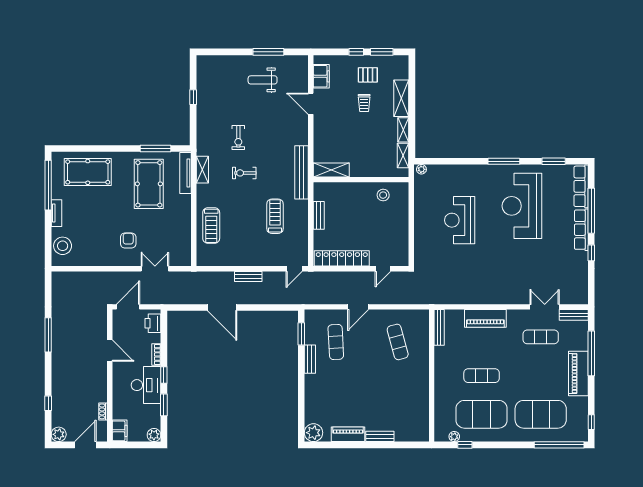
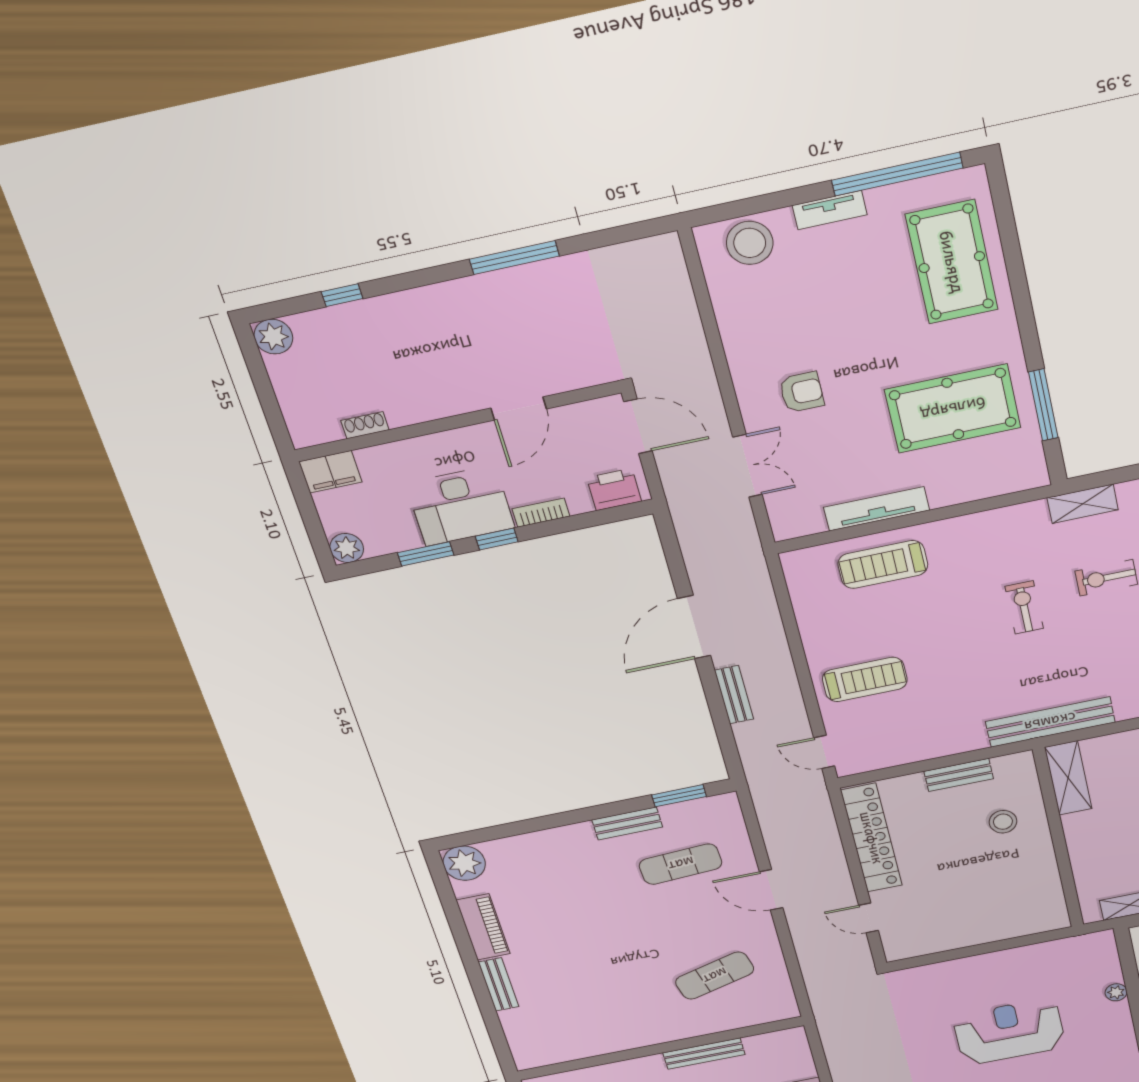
plant: (421, 169) -> (1116, 992), moved
shelving: (202, 170) -> (1083, 504), moved
tv unit: (186, 173) -> (877, 509), moved
stool: (383, 195) -> (1003, 822), moved
treadmill: (275, 216) -> (865, 679), moved
bench: (248, 276) -> (734, 695), moved
bench: (439, 327) -> (704, 1054), moved
door: (85, 445) -> (269, 403), removed

